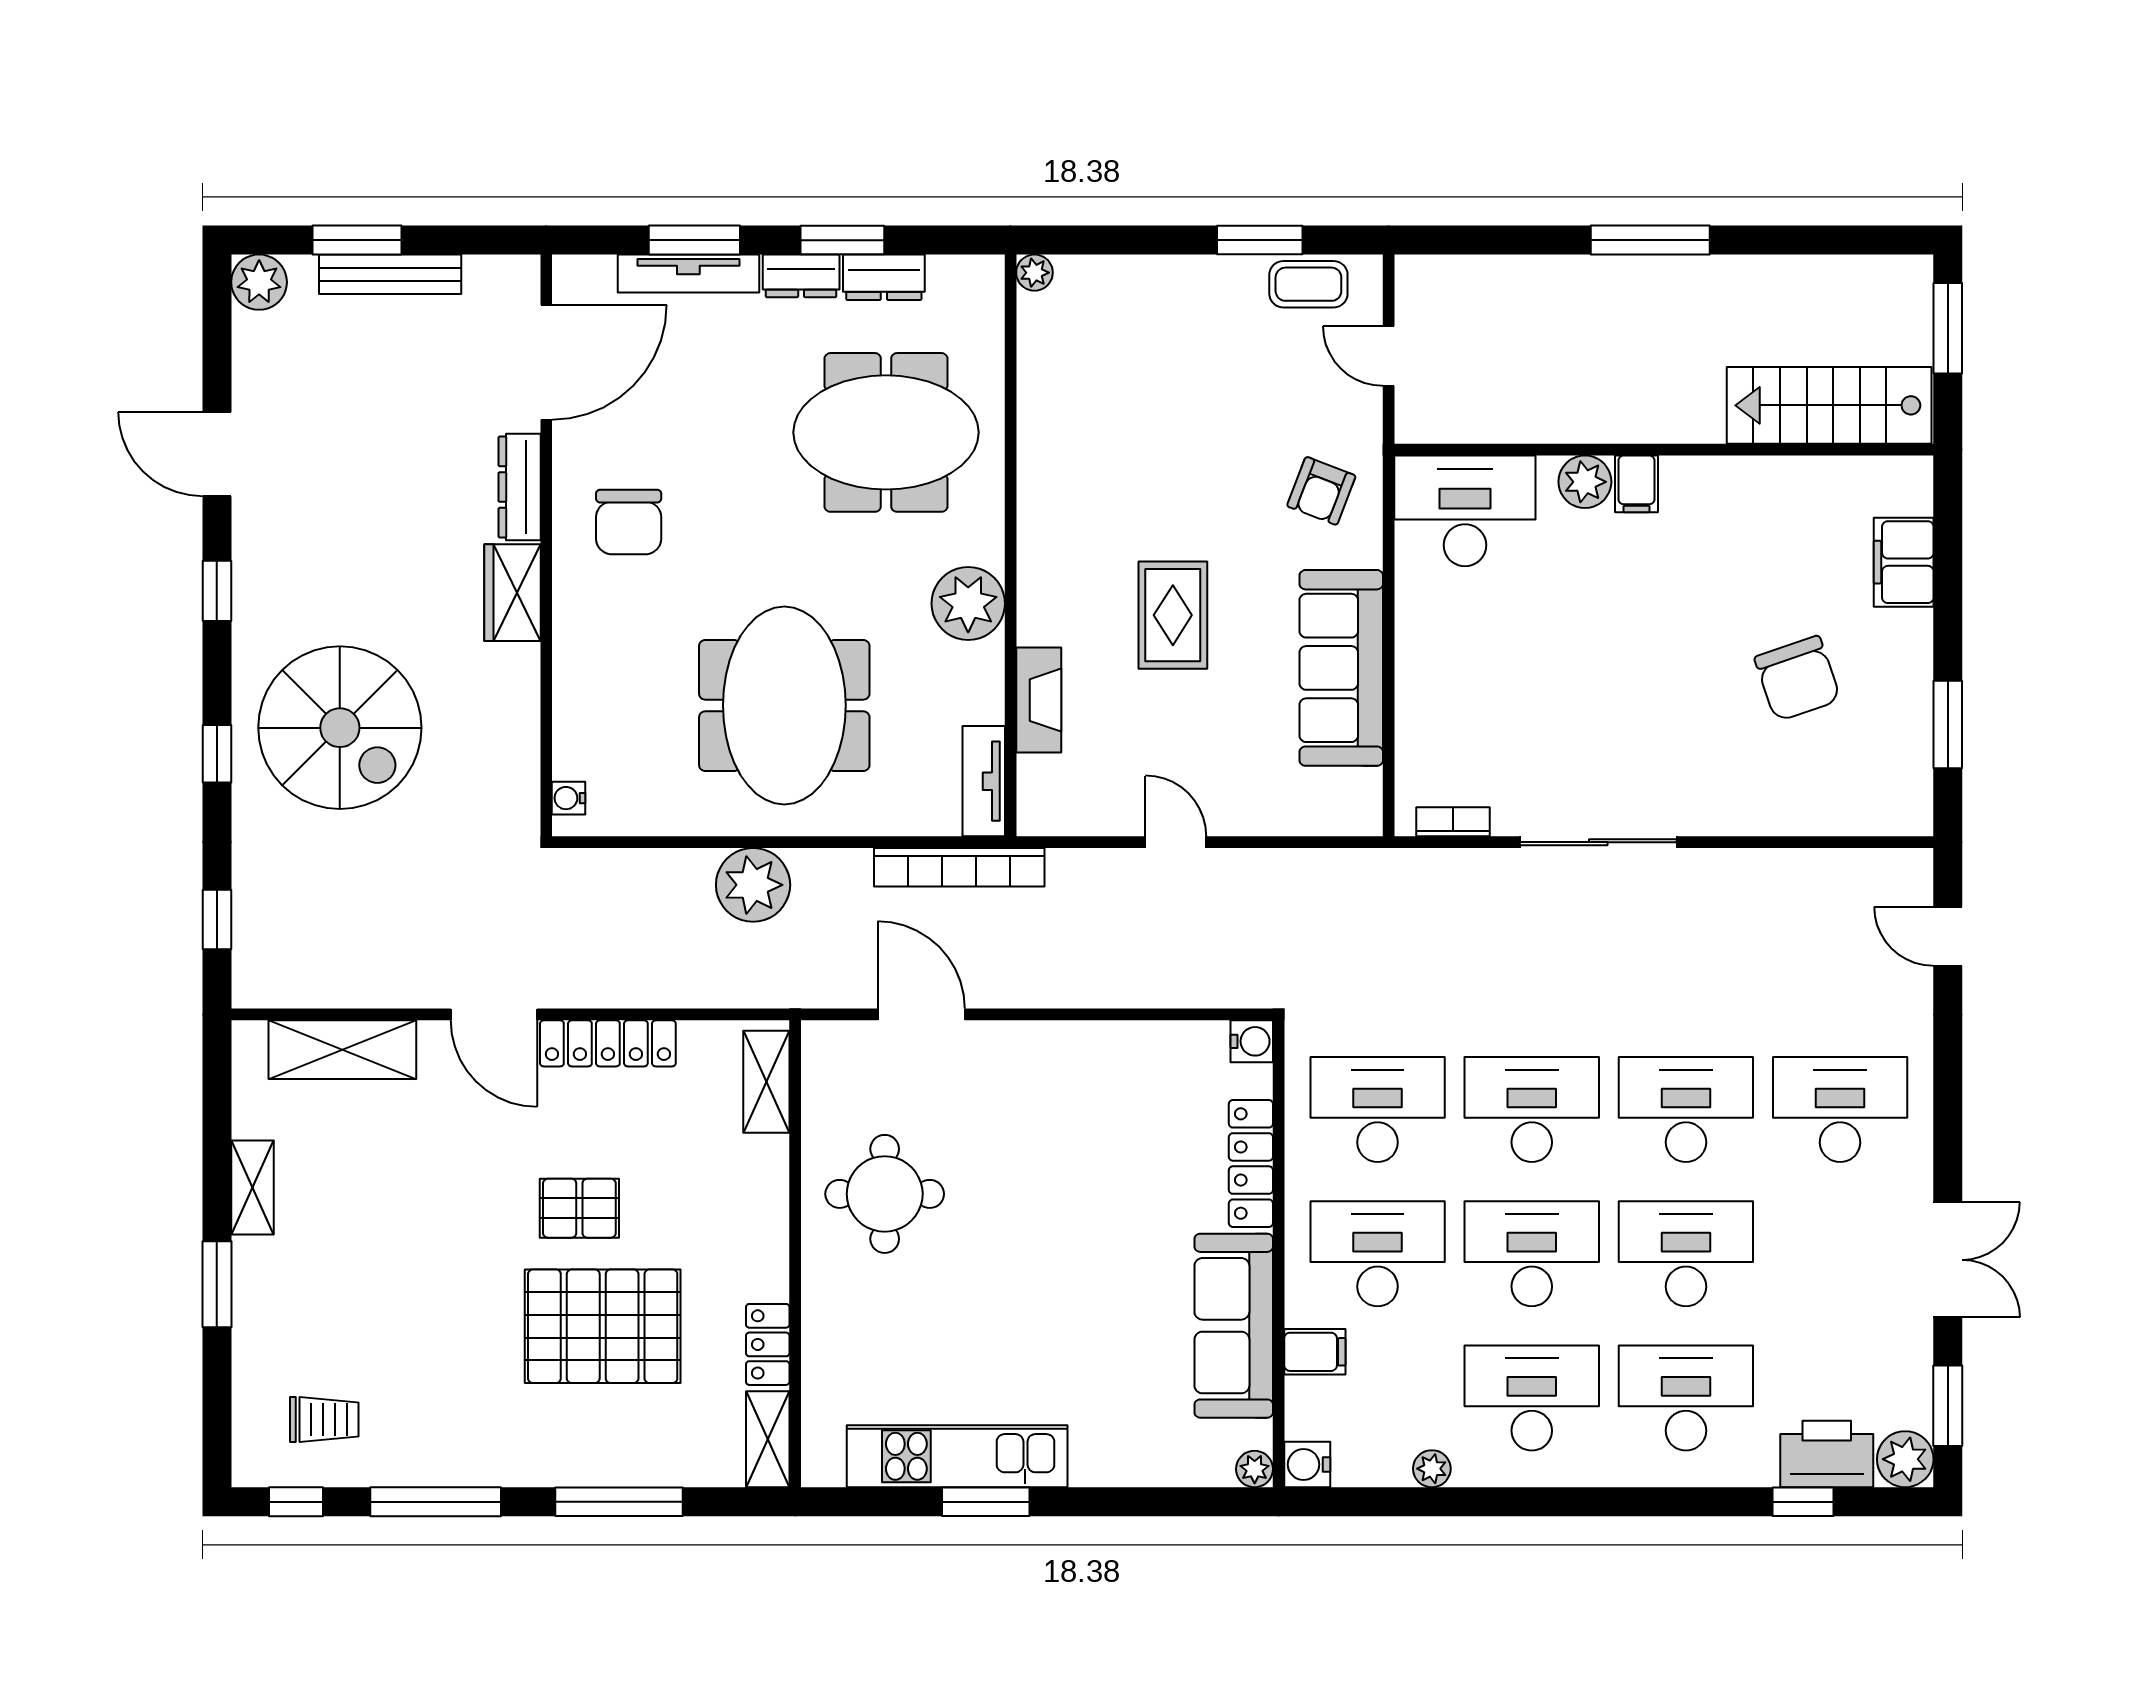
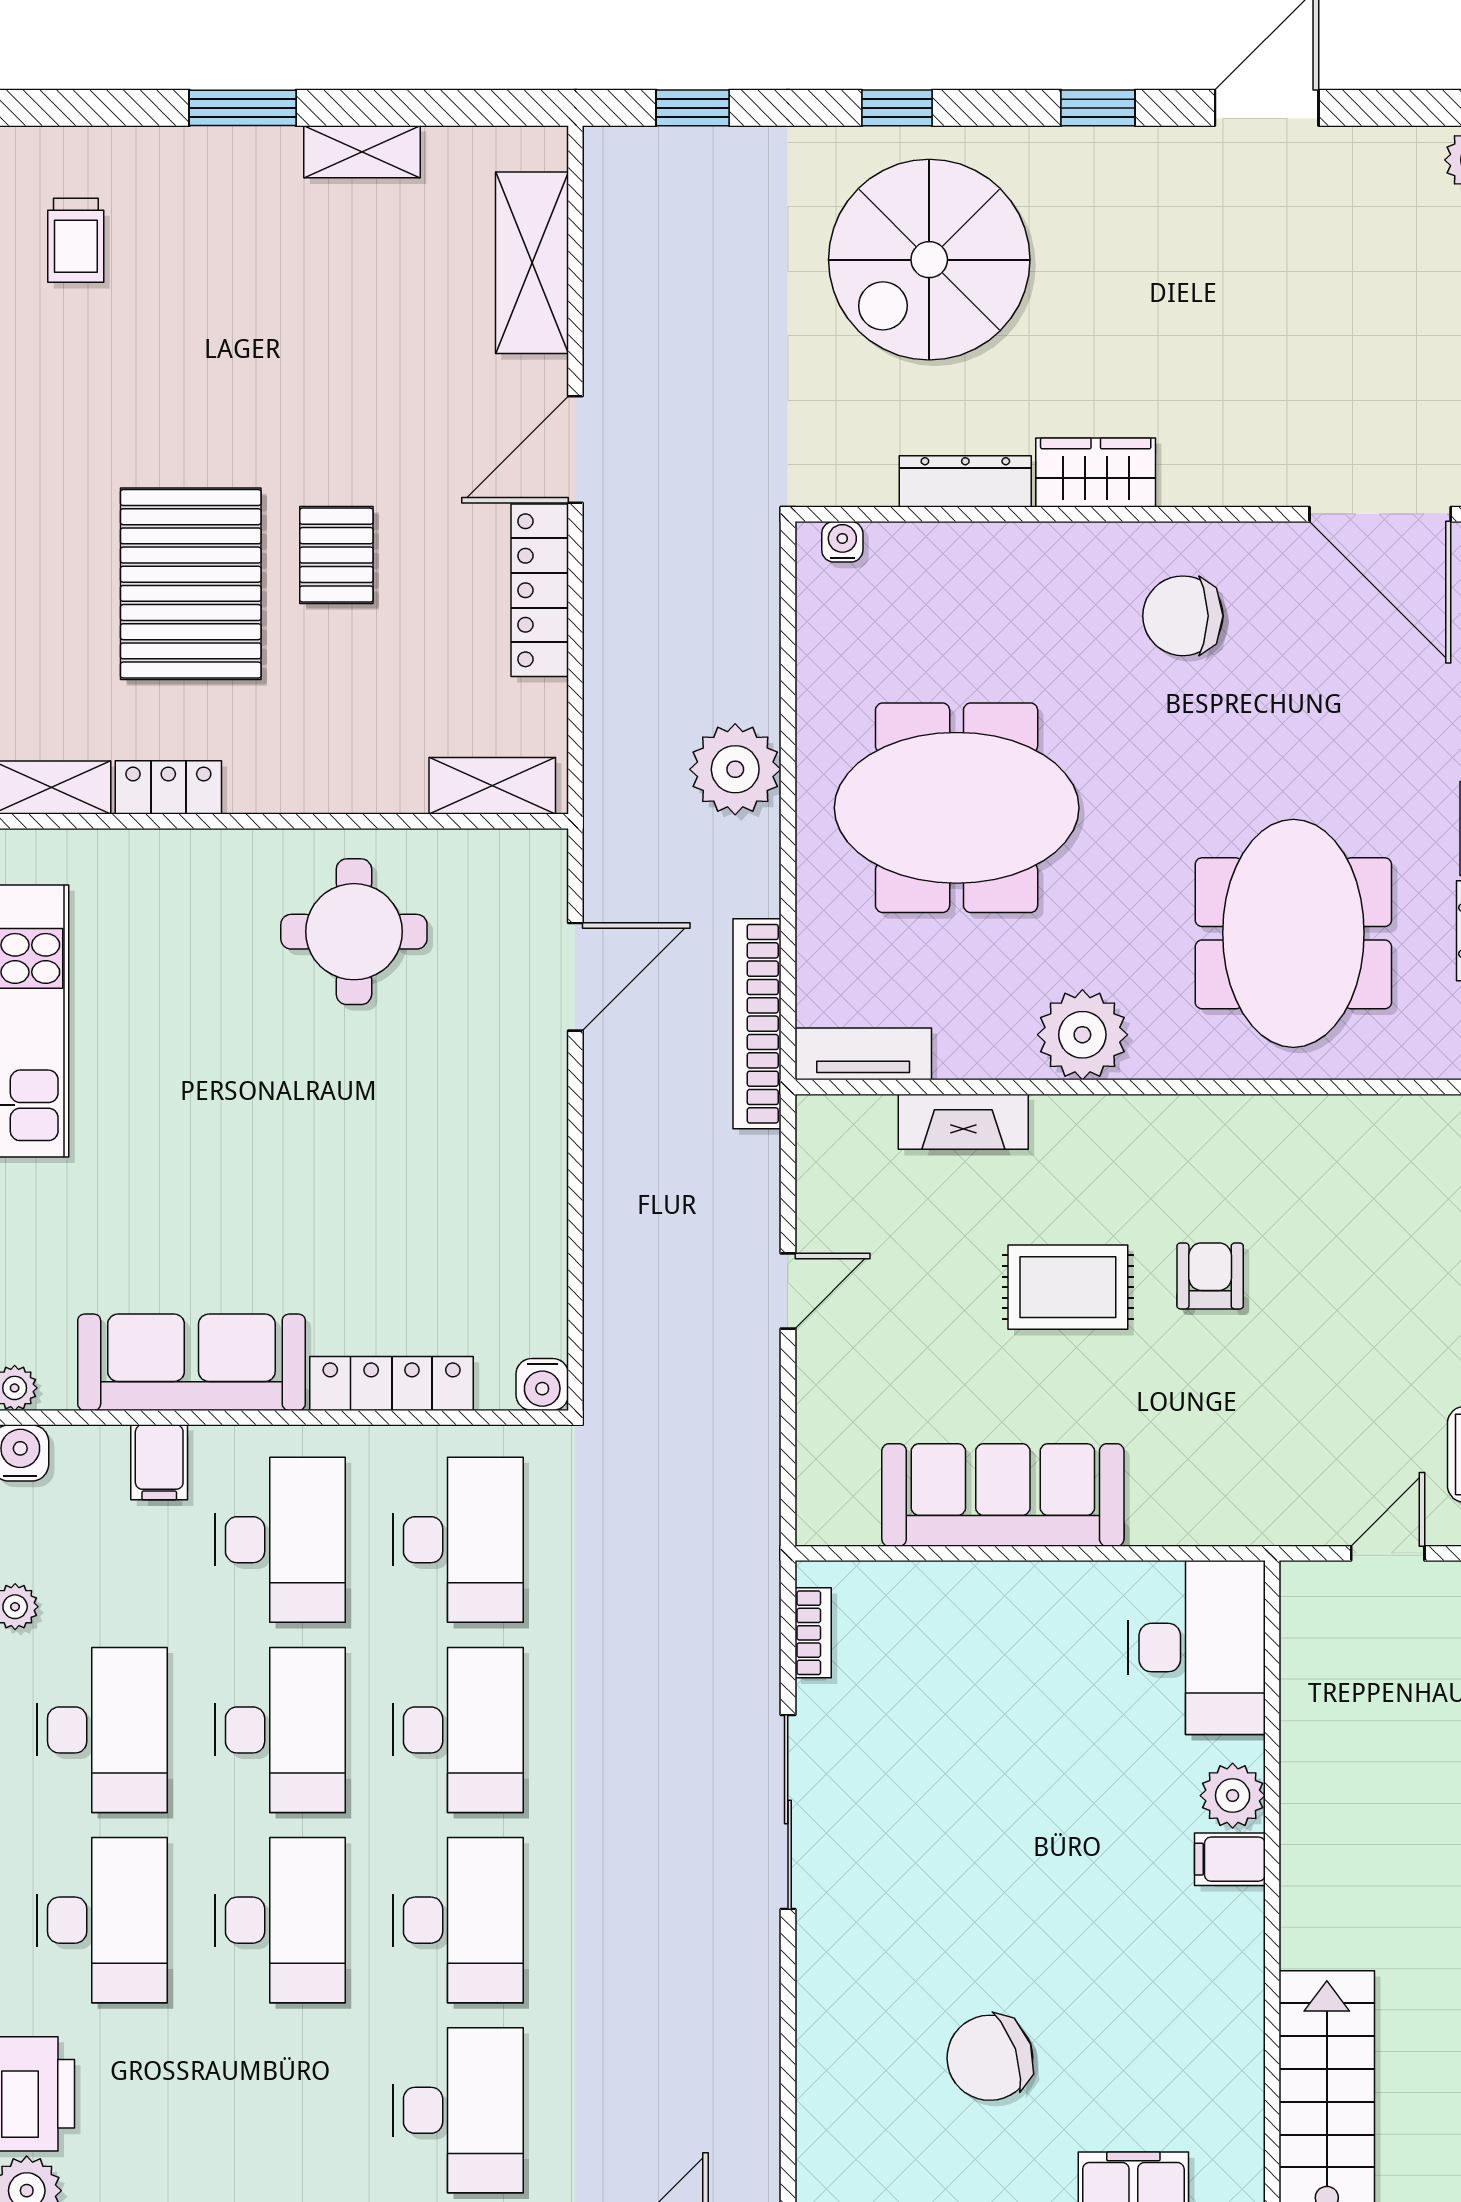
dresser: (520, 487) -> (965, 481), moved
armchair: (1321, 491) -> (1210, 1276), moved, turned 69

